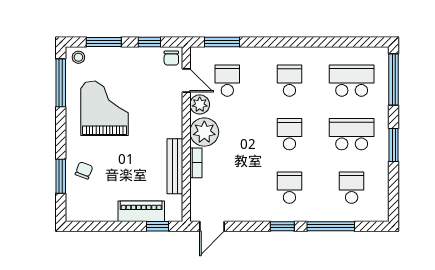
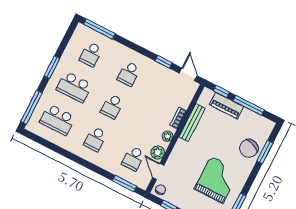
grand piano: (105, 108) -> (217, 180), turned 180
plant: (204, 132) -> (168, 136), width x0.53, depth x0.53
chair: (84, 170) -> (249, 148), width x1.87, depth x1.87
window: (113, 226) -> (249, 105), added
door: (212, 226) -> (188, 74), hinge flipped
window: (282, 226) -> (164, 62), moved
window: (331, 226) -> (99, 29), moved

